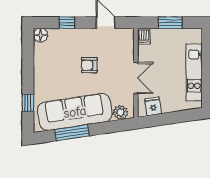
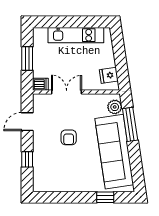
floor lamp: (40, 35) -> (39, 185), removed
double door: (136, 78) -> (67, 92), moved
window: (72, 133) -> (130, 124), moved

